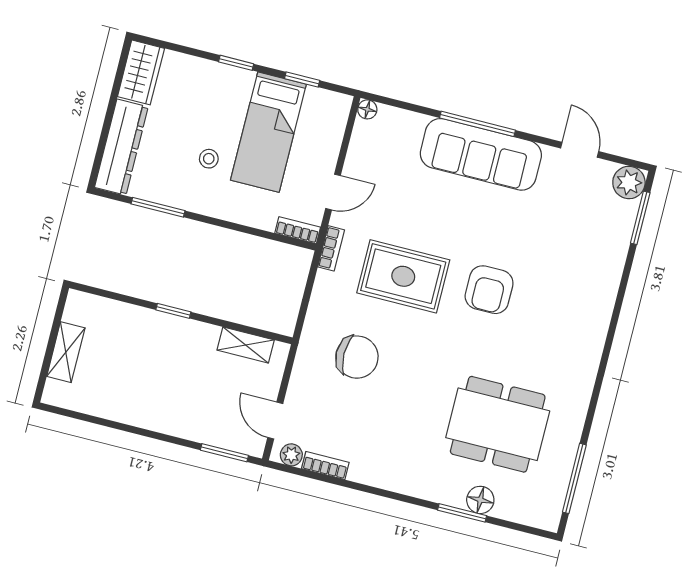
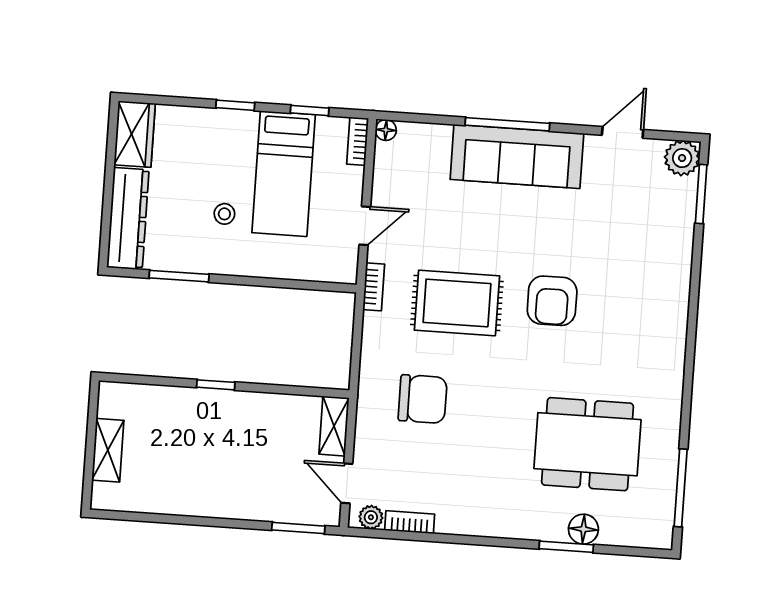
door: (580, 150) -> (623, 132), hinge flipped
bookcase: (298, 230) -> (358, 141), moved, turned -90
shelving: (246, 345) -> (334, 426), moved, turned 90

